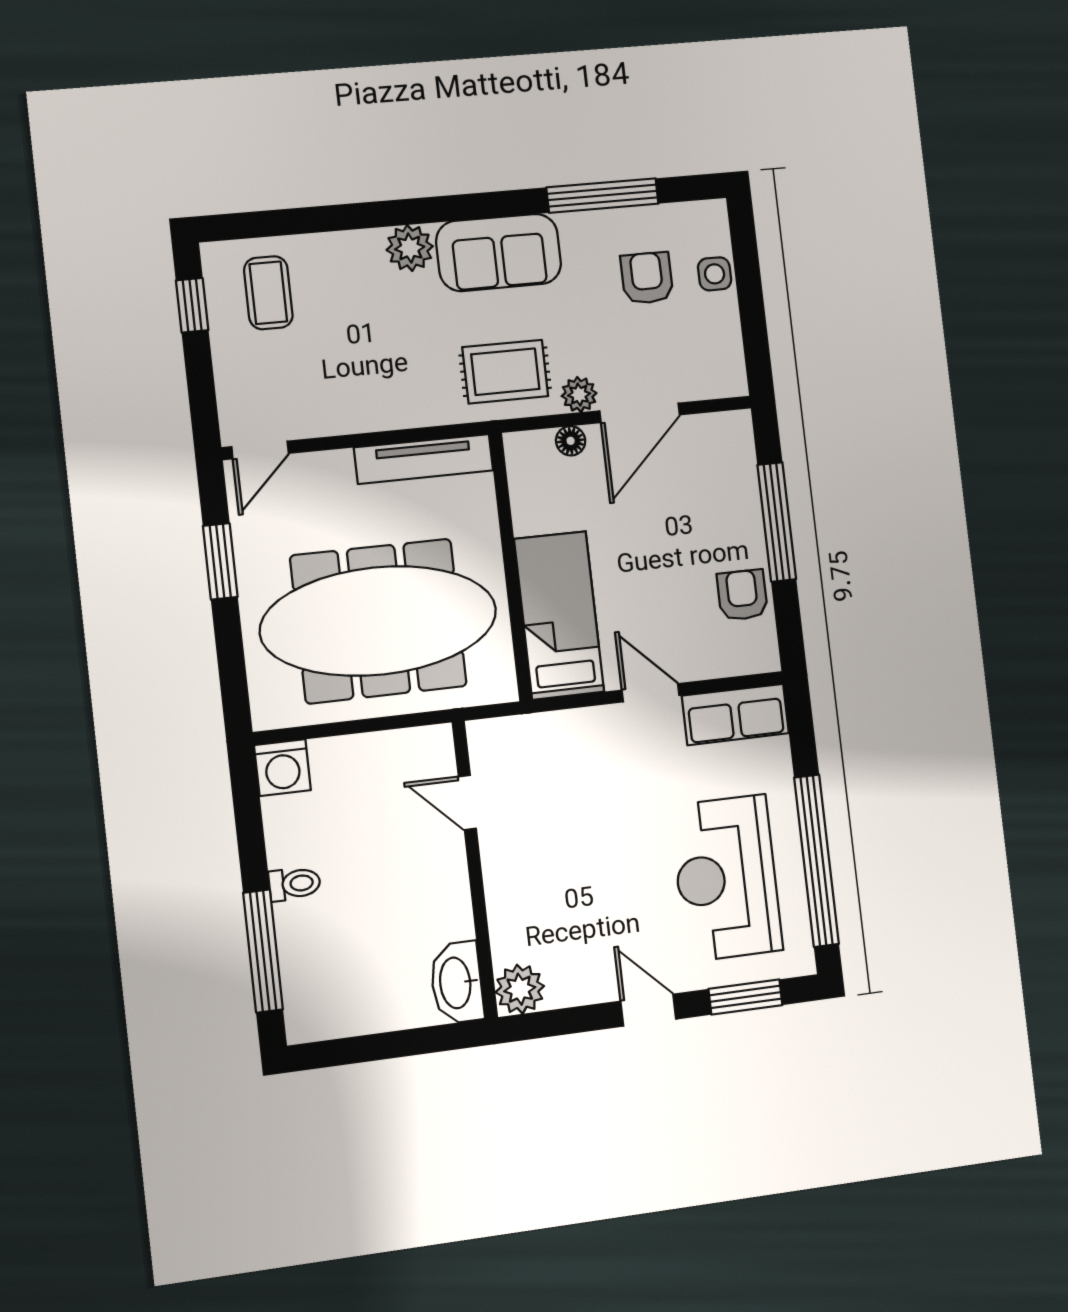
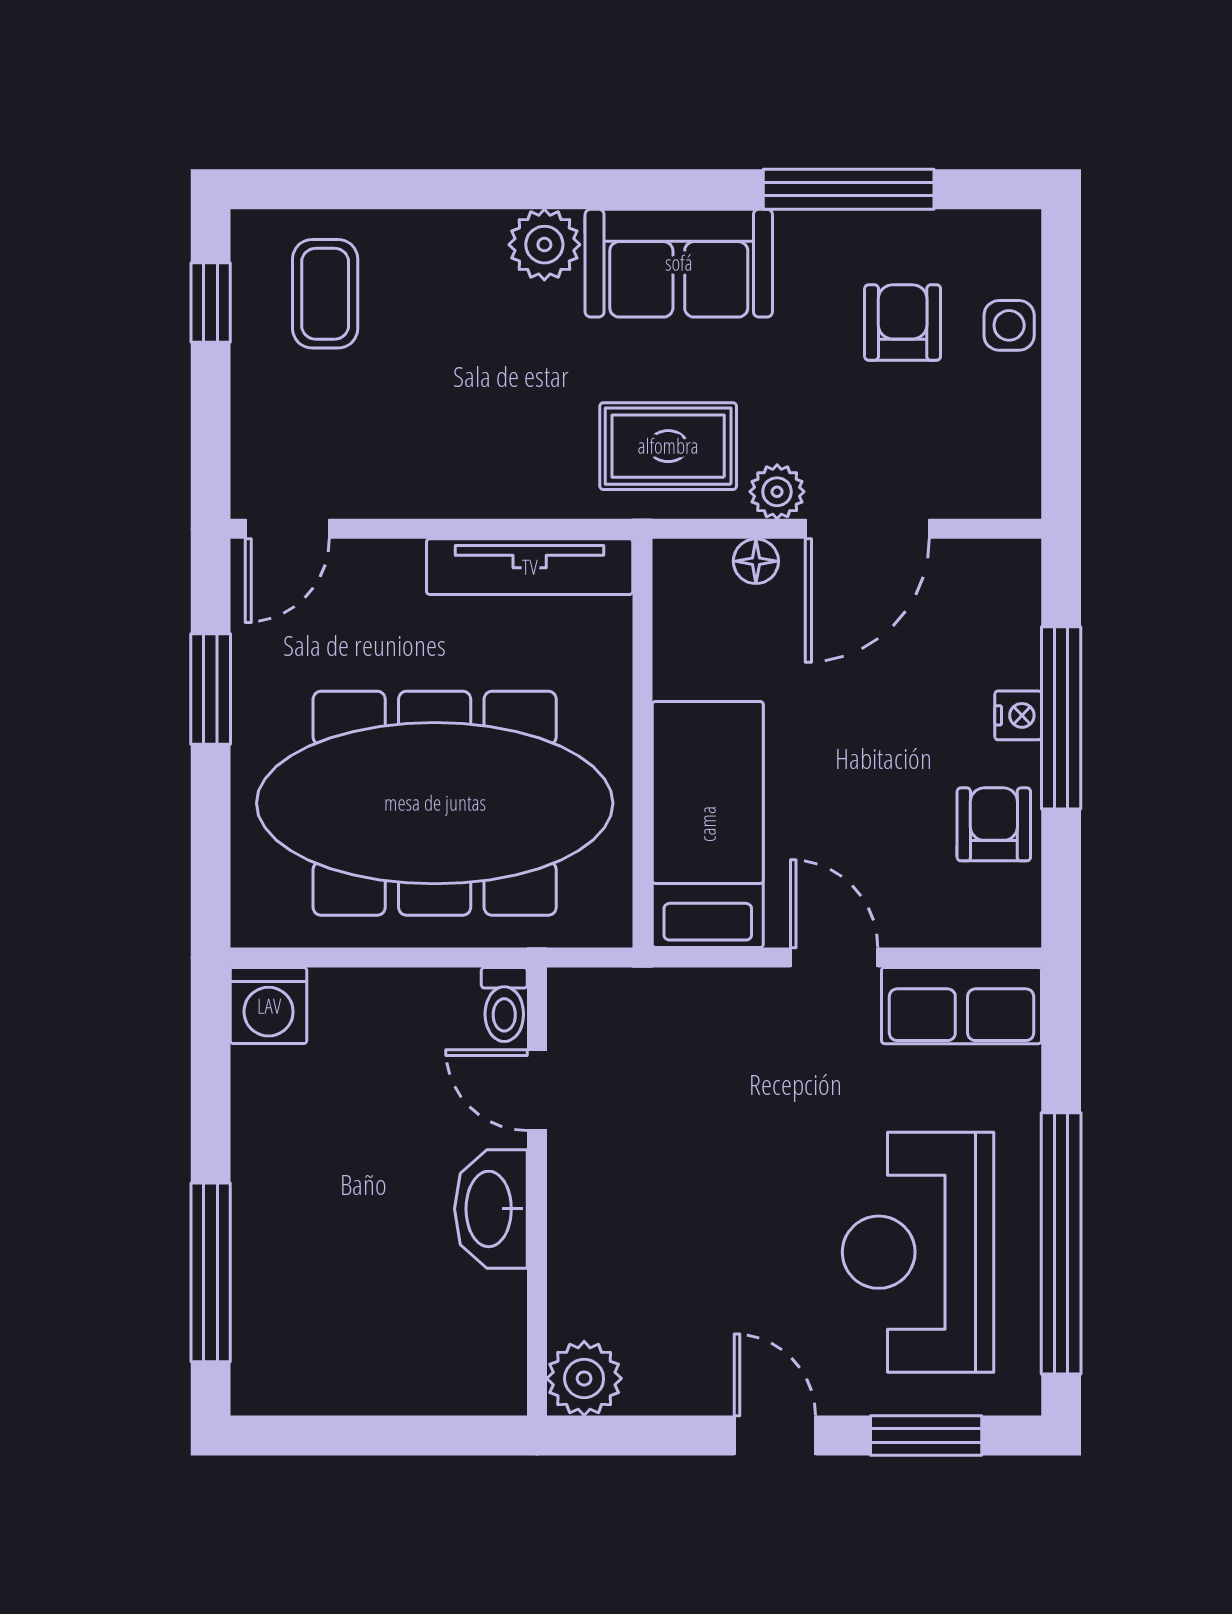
nightstand: (749, 523) -> (1018, 715), added
toilet: (295, 884) -> (504, 1004), moved, turned 90
washbasin: (457, 983) -> (491, 1209), moved

